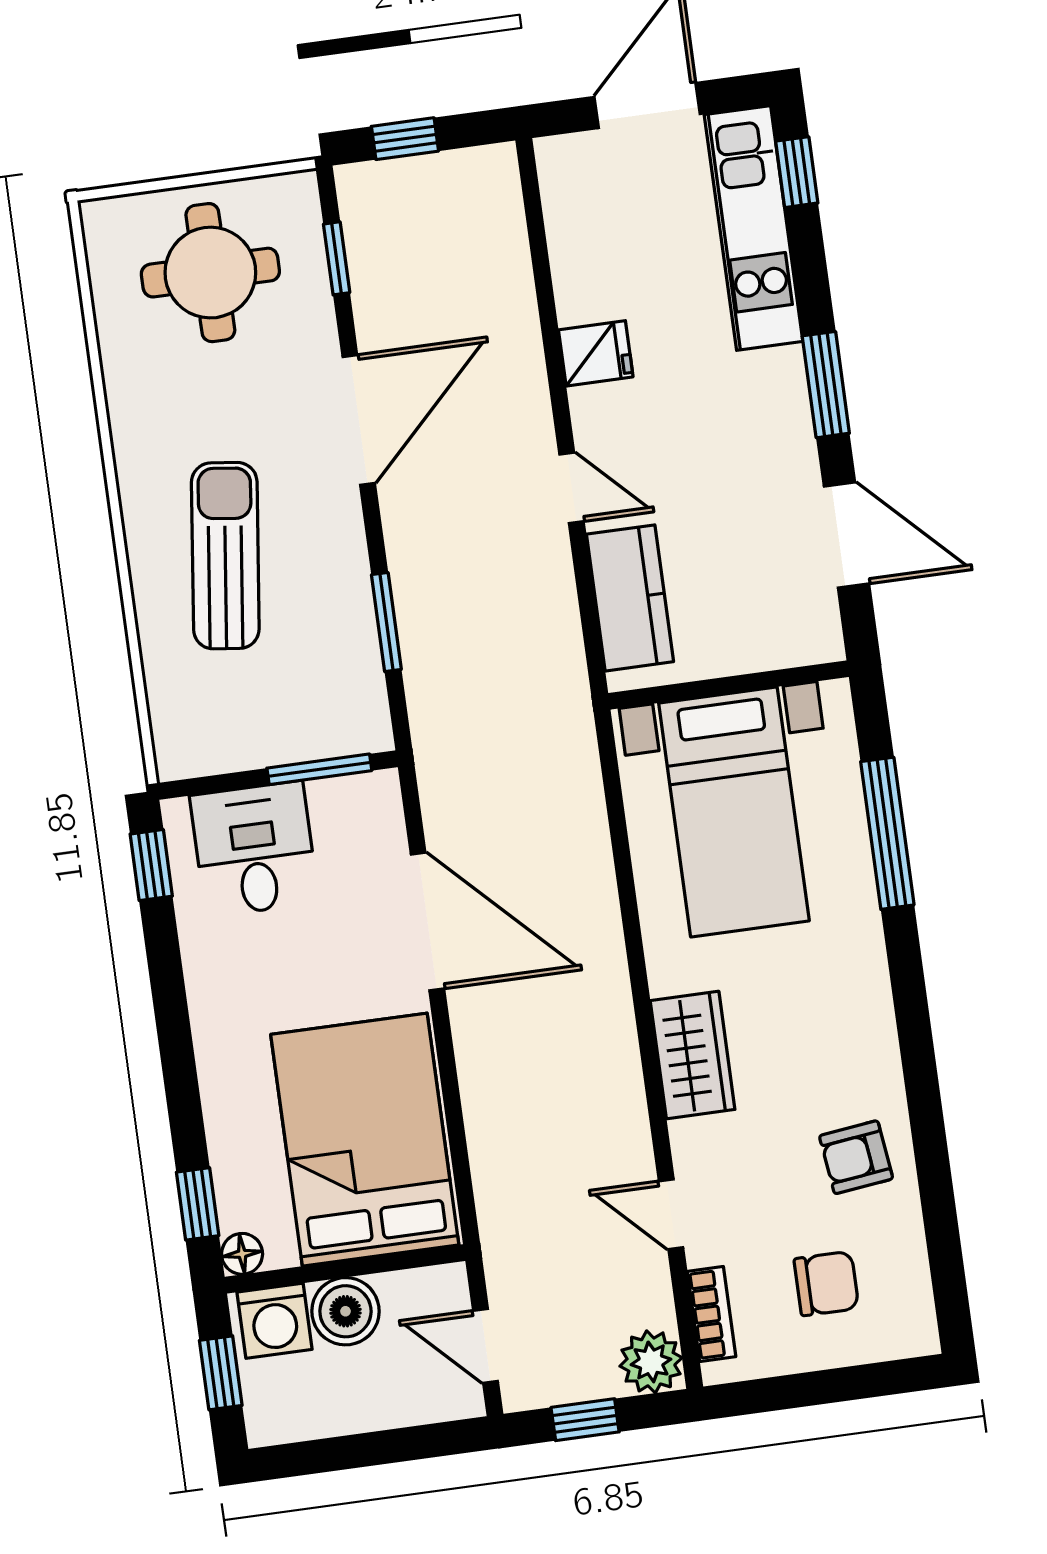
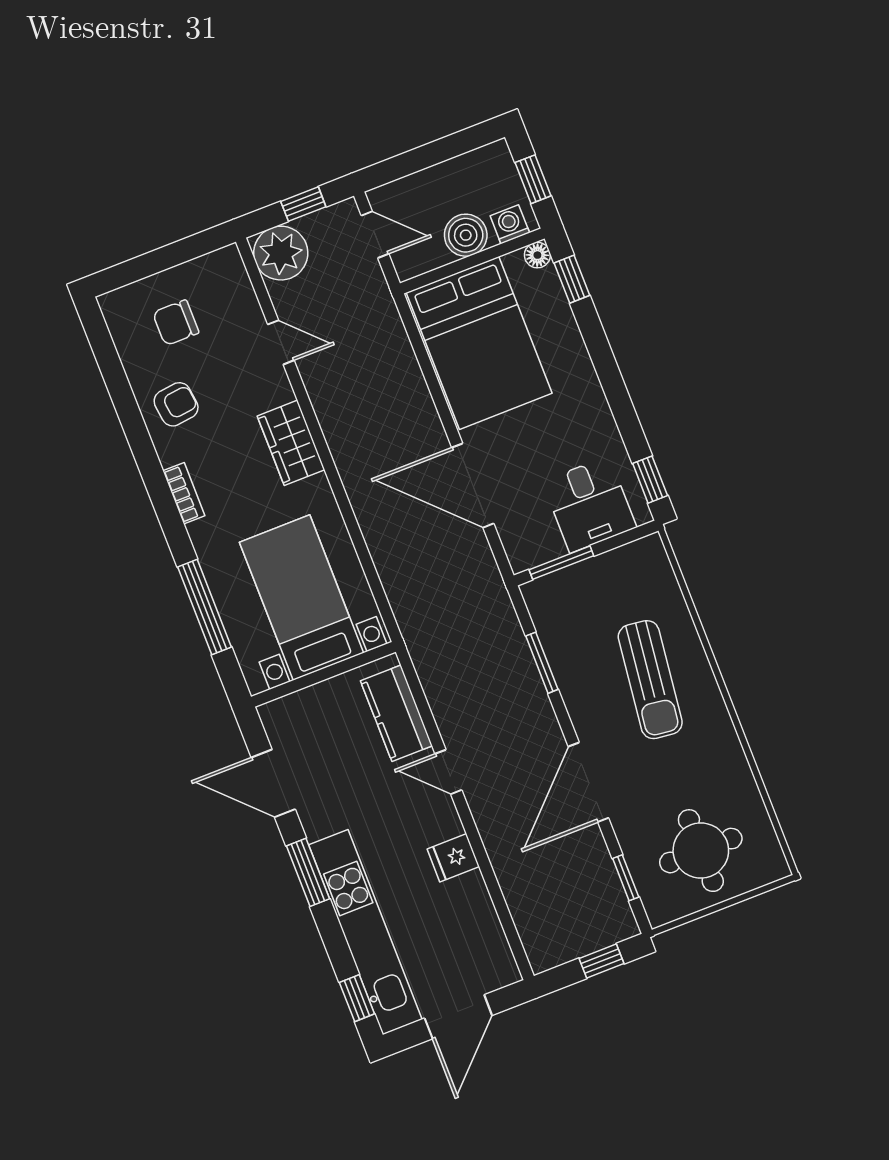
kitchen unit: (754, 228) -> (365, 932), width x1.36
bookcase: (712, 1314) -> (184, 493), moved, turned 180
washing machine: (275, 1321) -> (510, 224), width x0.73, depth x0.73
plant: (651, 1362) -> (281, 253), width x1.36, depth x1.36

